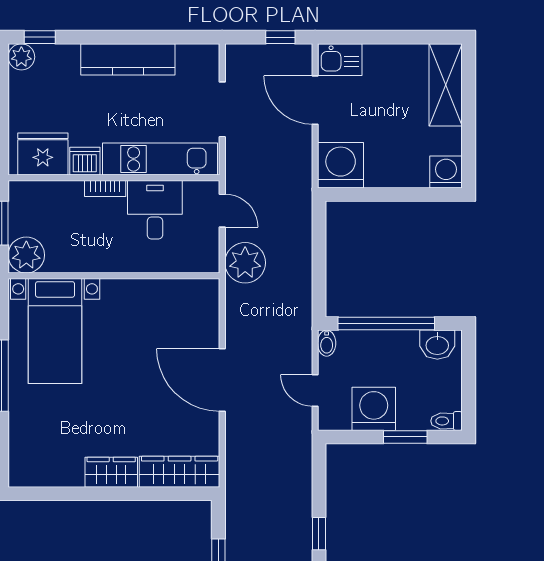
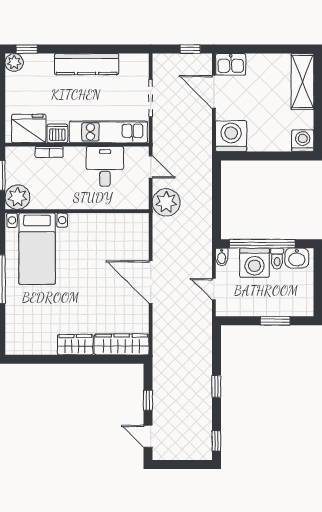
bookcase: (105, 189) -> (49, 152), moved
washing machine: (374, 409) -> (254, 263), moved, turned 180
toilet: (447, 421) -> (277, 259), moved, turned -90

